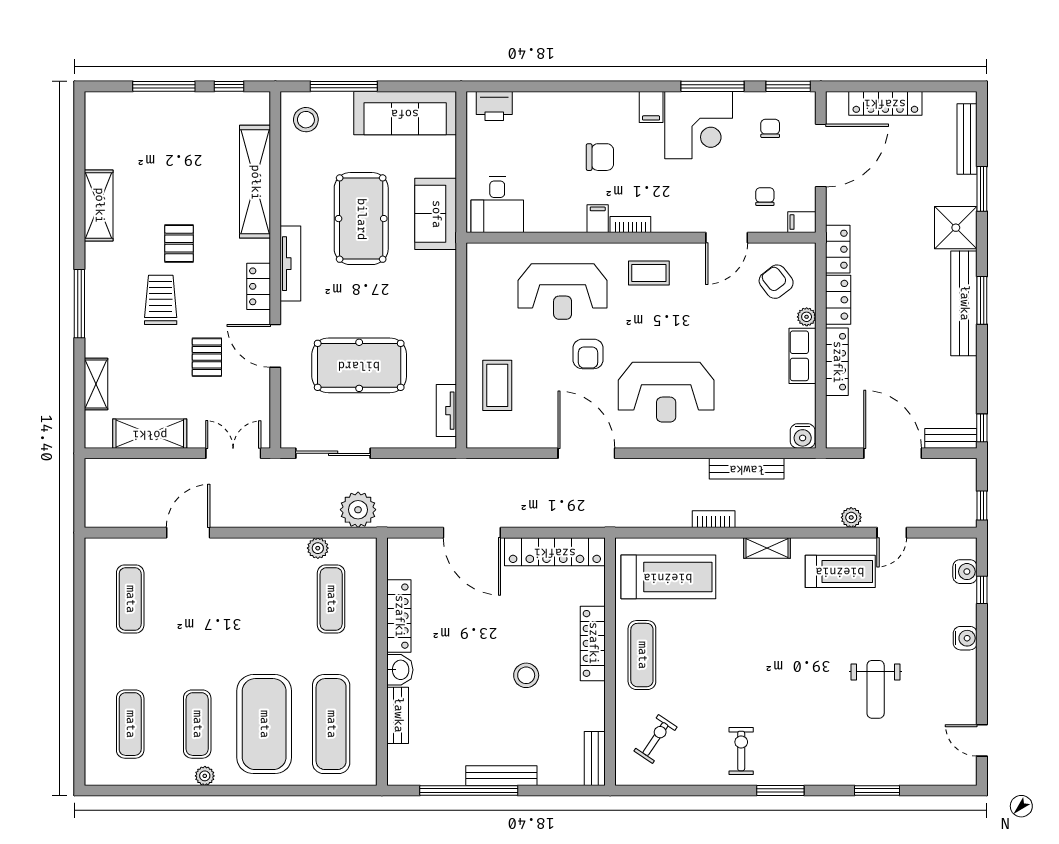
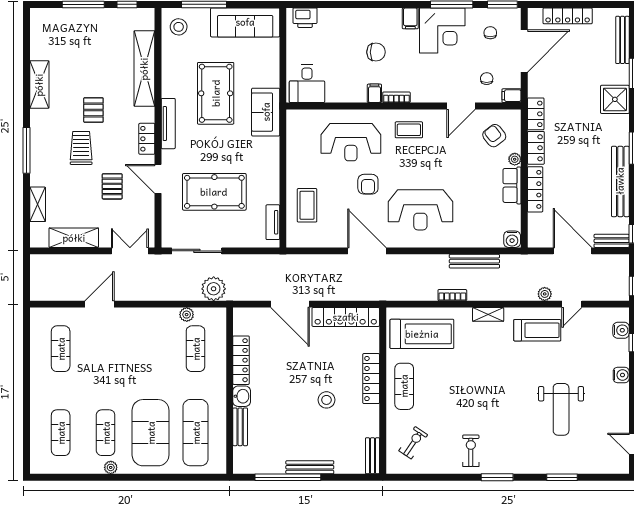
sofa: (436, 214) -> (266, 112), moved
bench: (964, 303) -> (620, 181), moved
weight bench: (876, 689) -> (561, 409), width x1.36, depth x1.33

